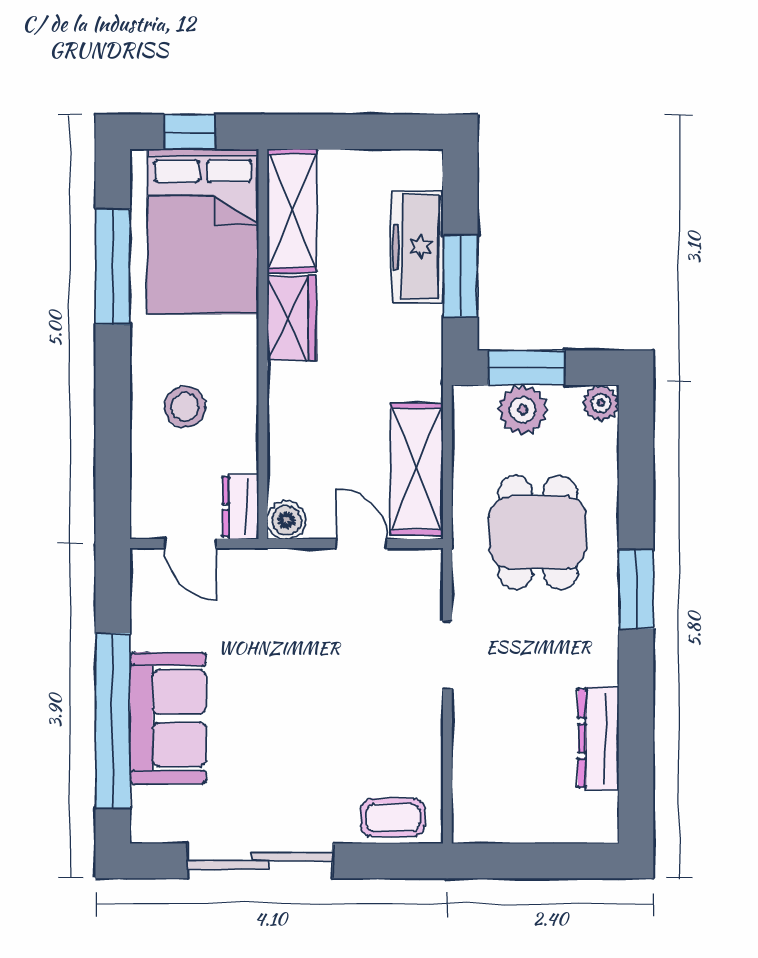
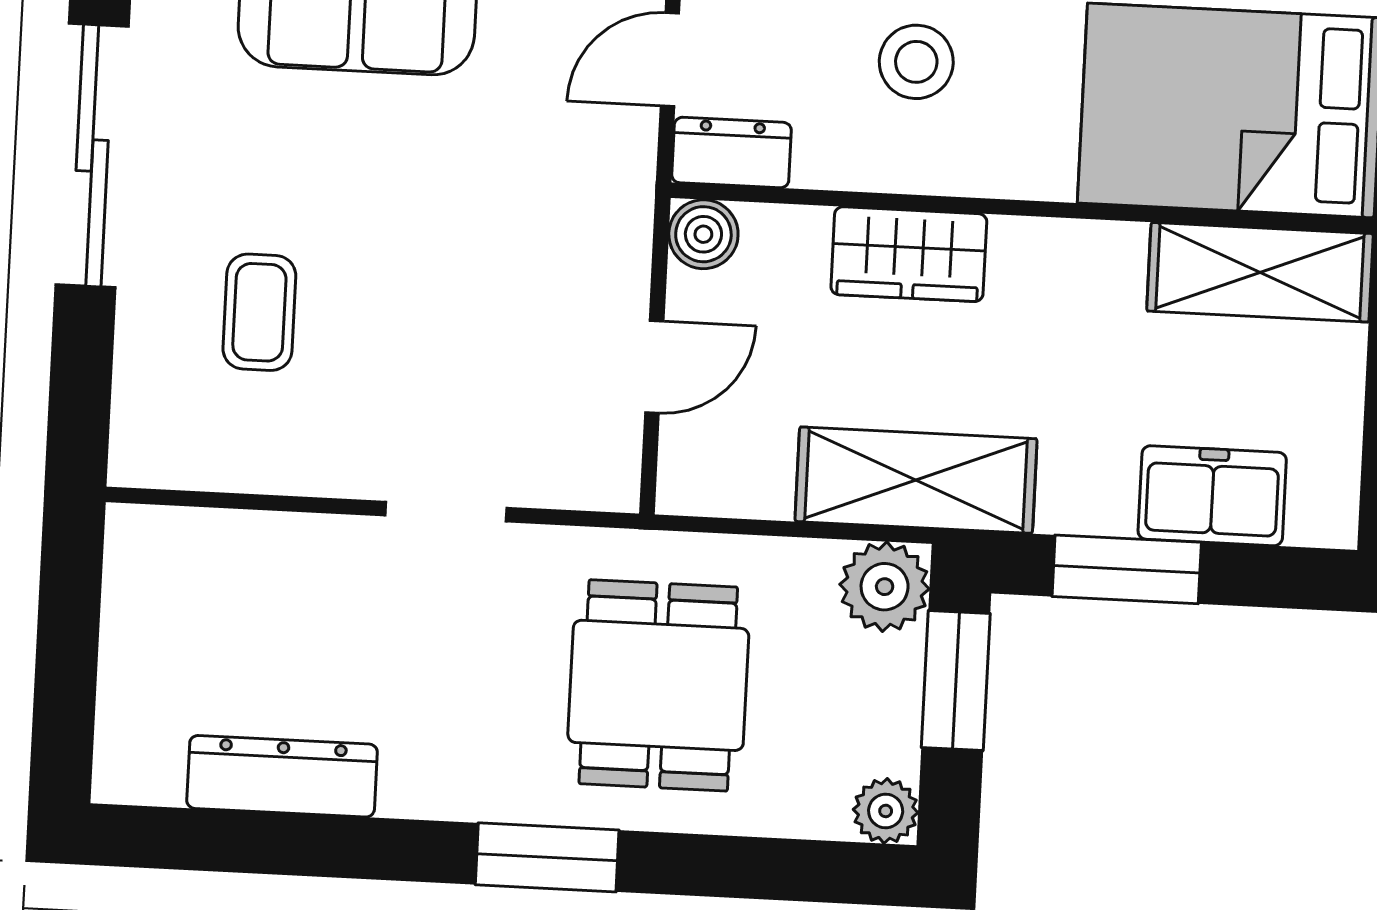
freezer: (417, 247) -> (1212, 496), width x0.71
wardrobe: (292, 318) -> (909, 254), moved
plant: (523, 410) -> (885, 587), moved
shelving: (417, 469) -> (916, 480), moved
dining table: (538, 532) -> (658, 685), turned 90
coffee table: (393, 817) -> (259, 312), moved

